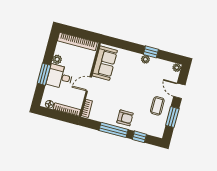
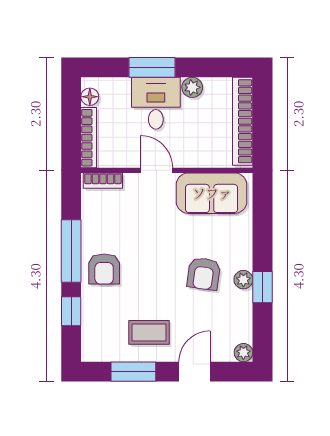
armchair: (138, 76) -> (204, 274), added

